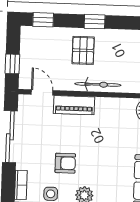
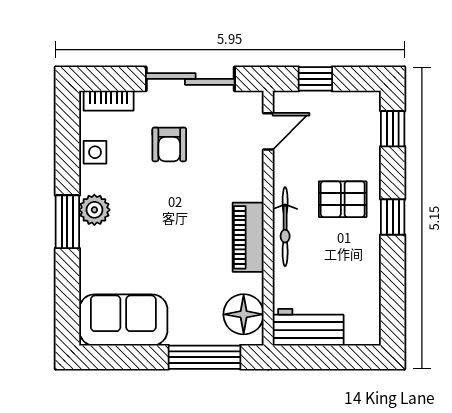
piano: (74, 105) -> (248, 237), moved
armchair: (65, 163) -> (169, 144), moved

